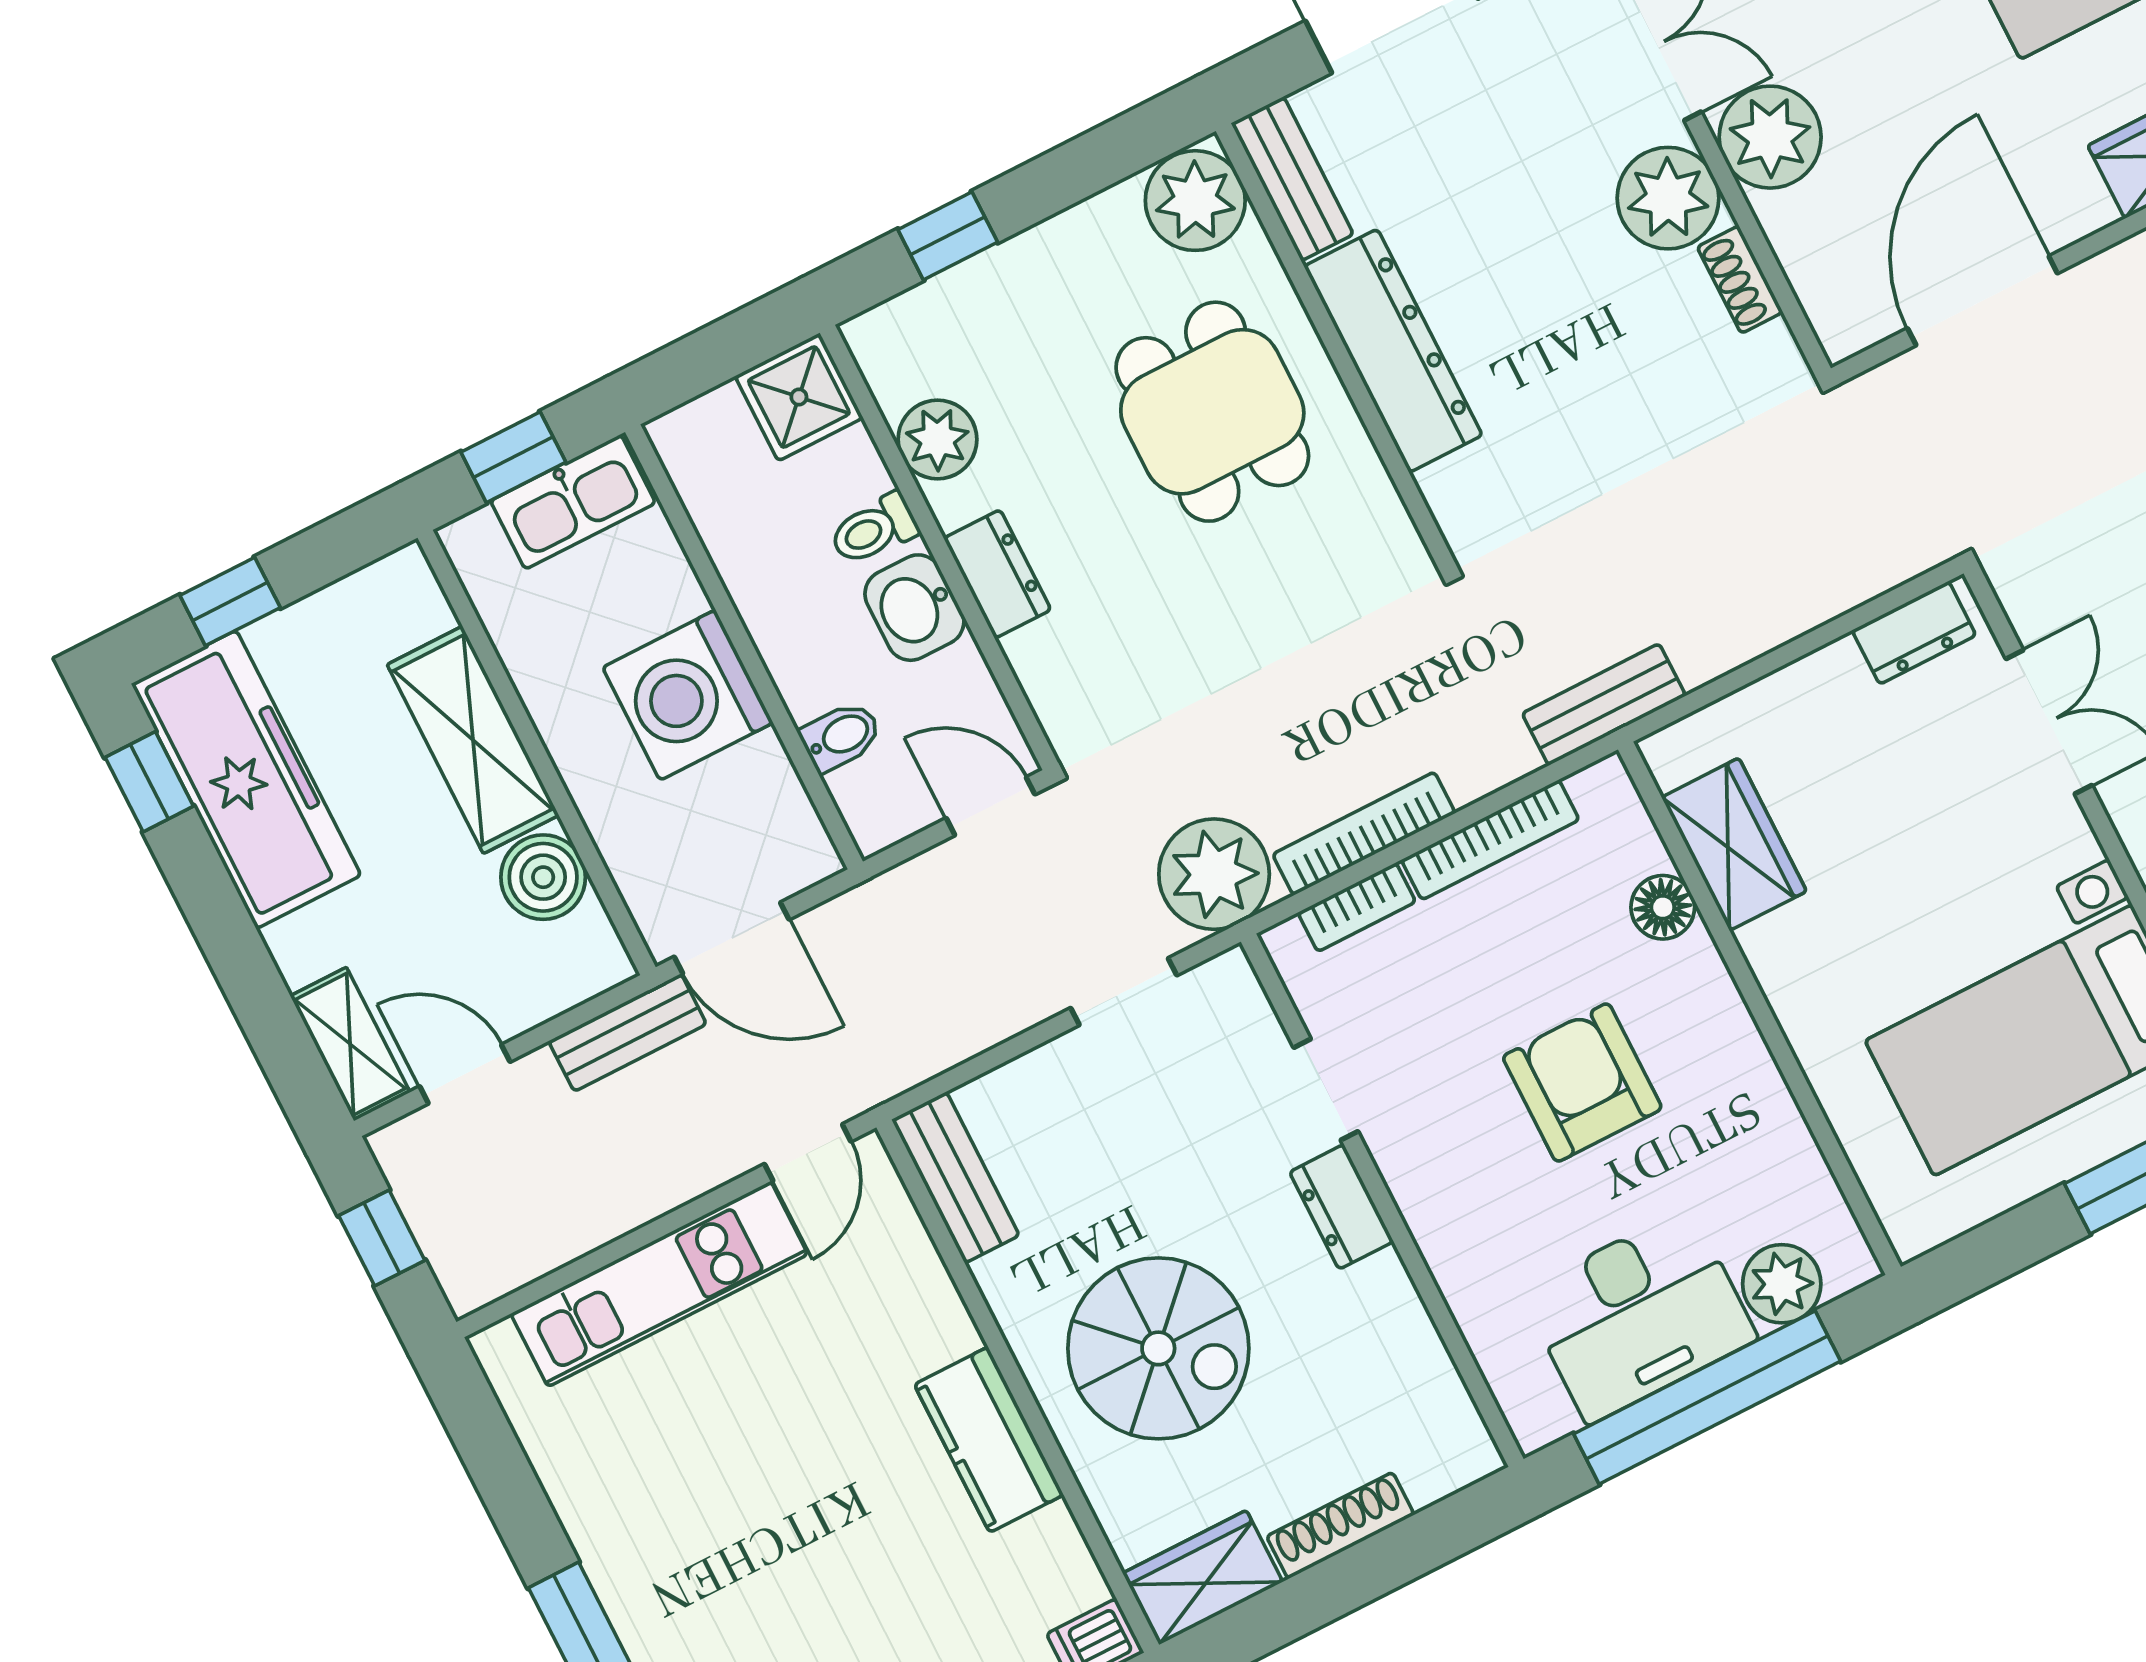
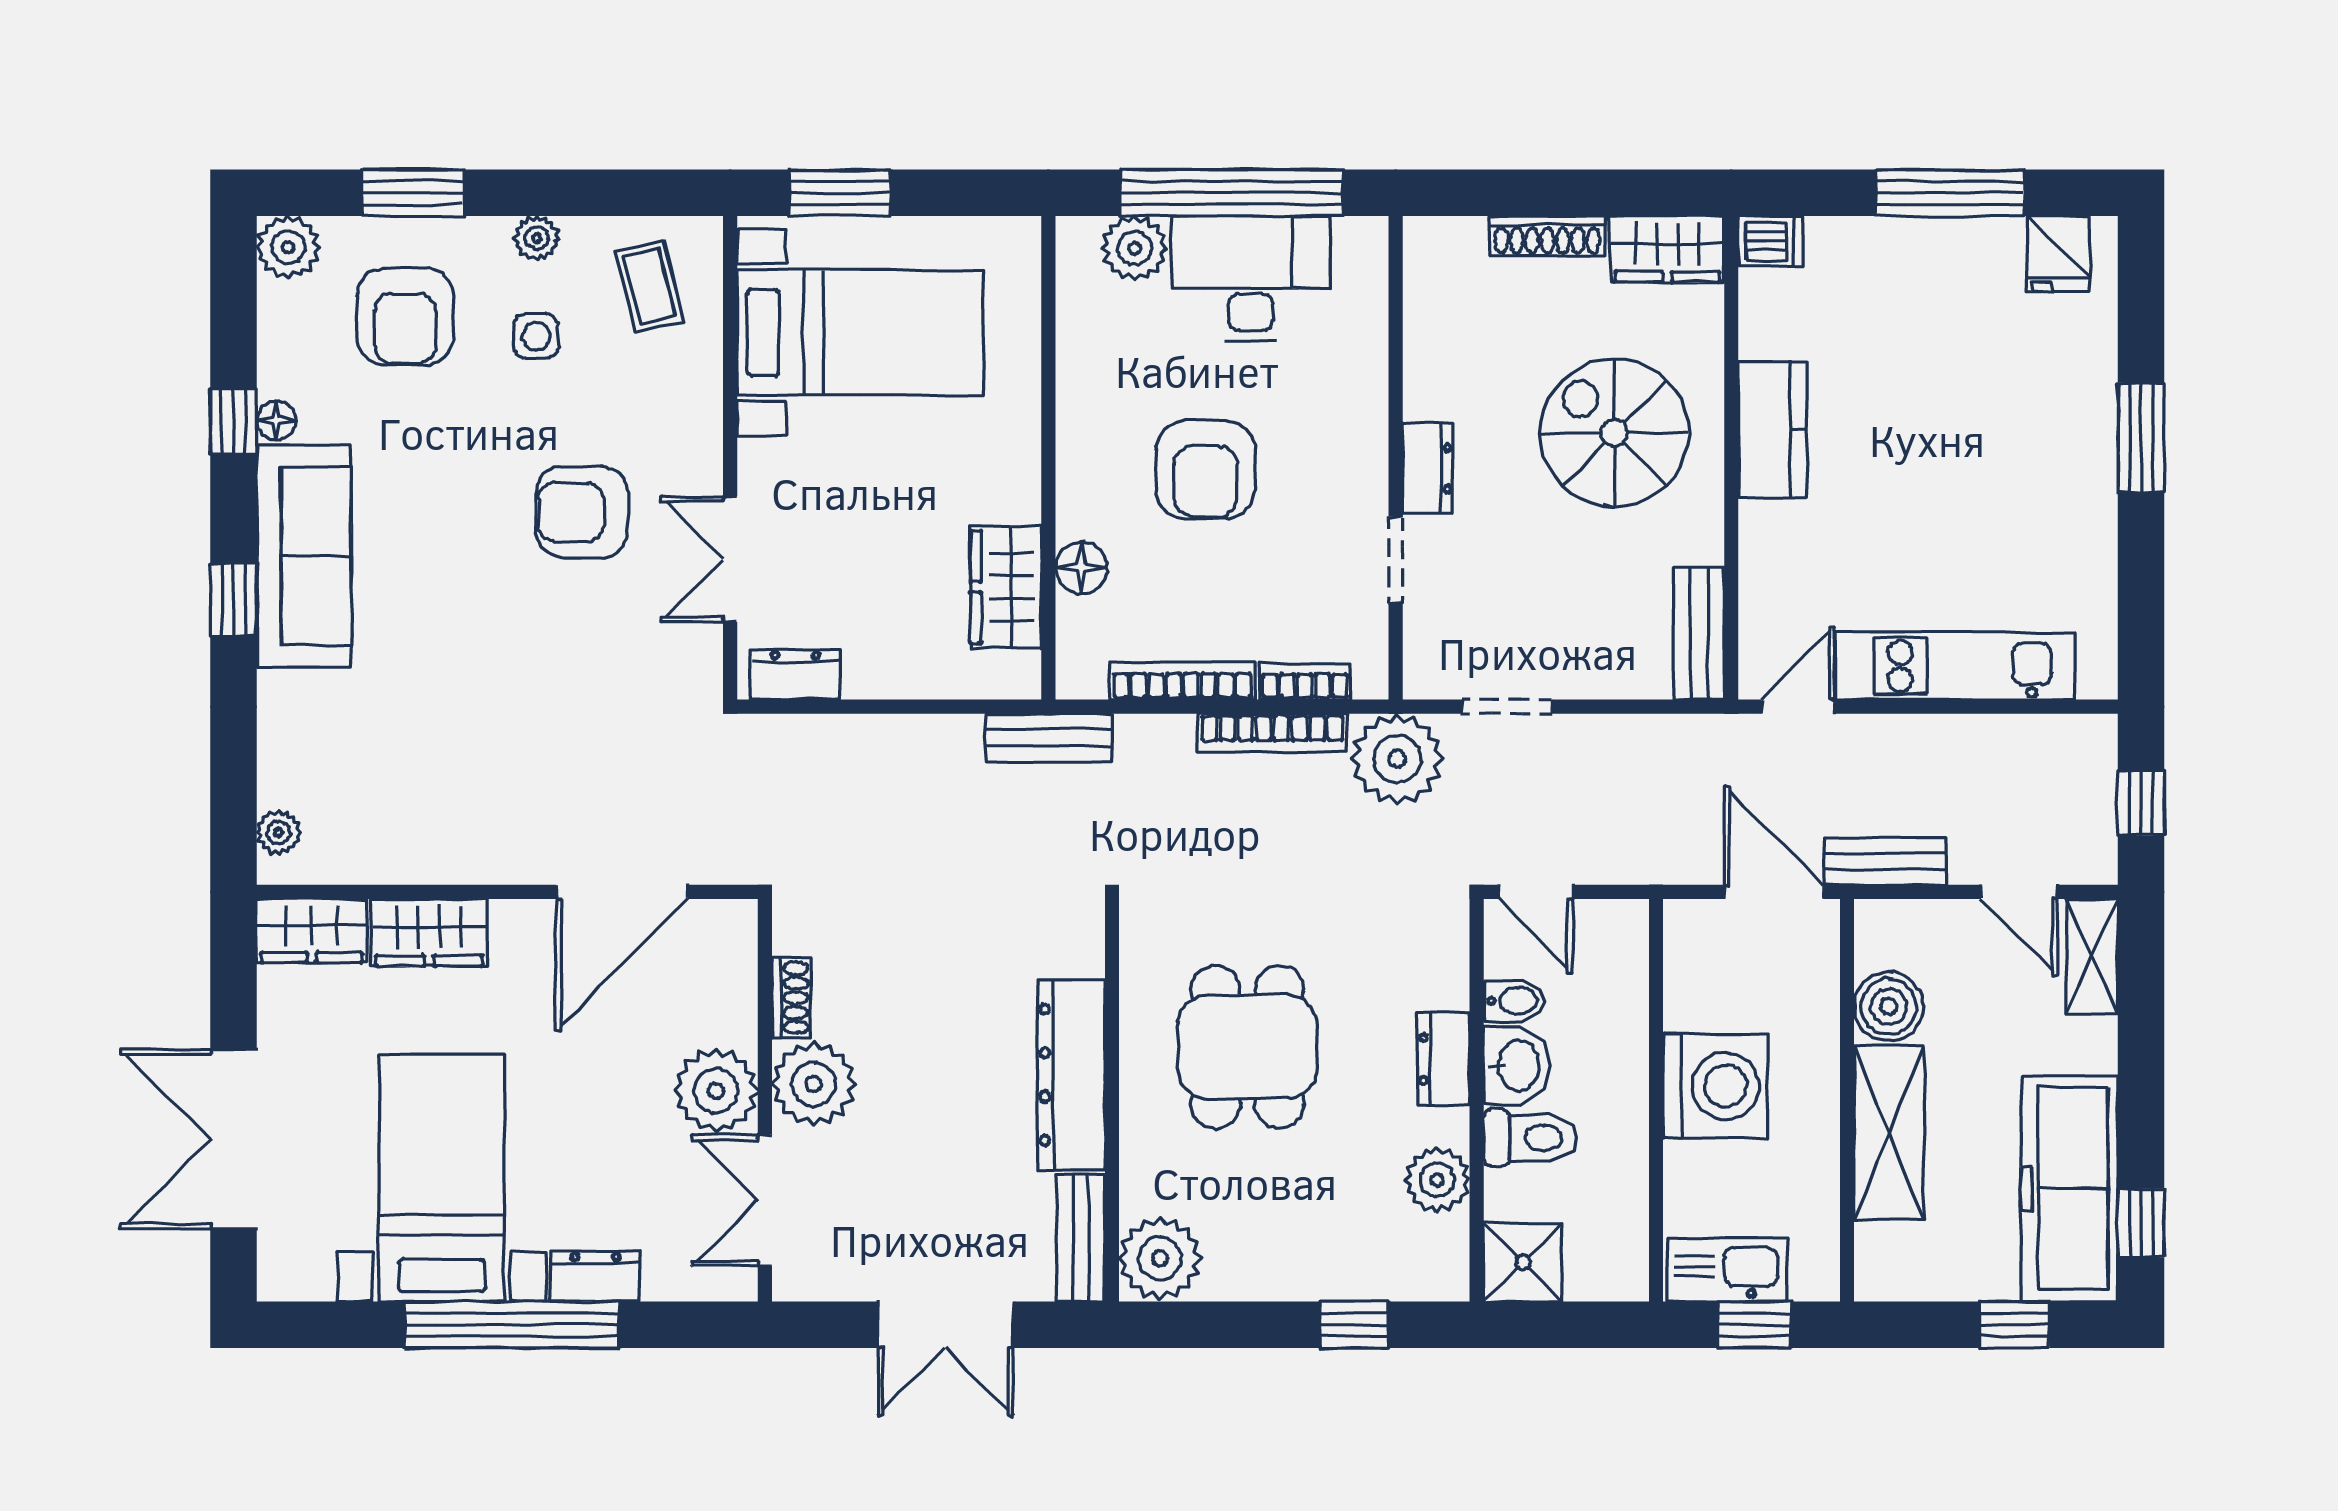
dining table: (1212, 412) -> (1247, 1047), moved
toilet: (874, 529) -> (1530, 1138), width x1.37, depth x1.39
bidet: (841, 736) -> (1514, 1001), moved, turned 180

